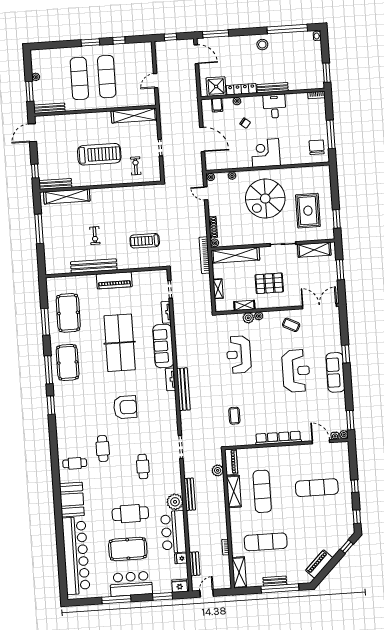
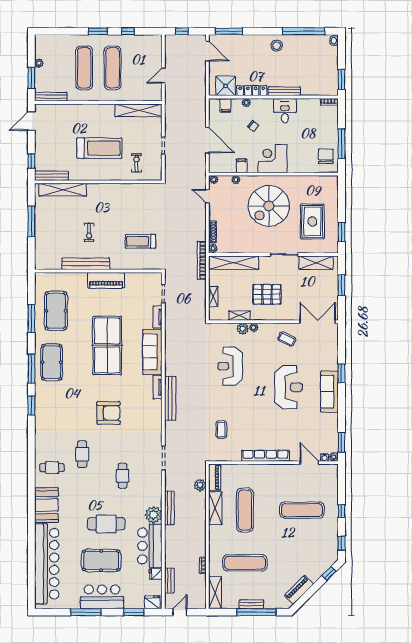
filing cabinet: (237, 162) -> (242, 166), added

